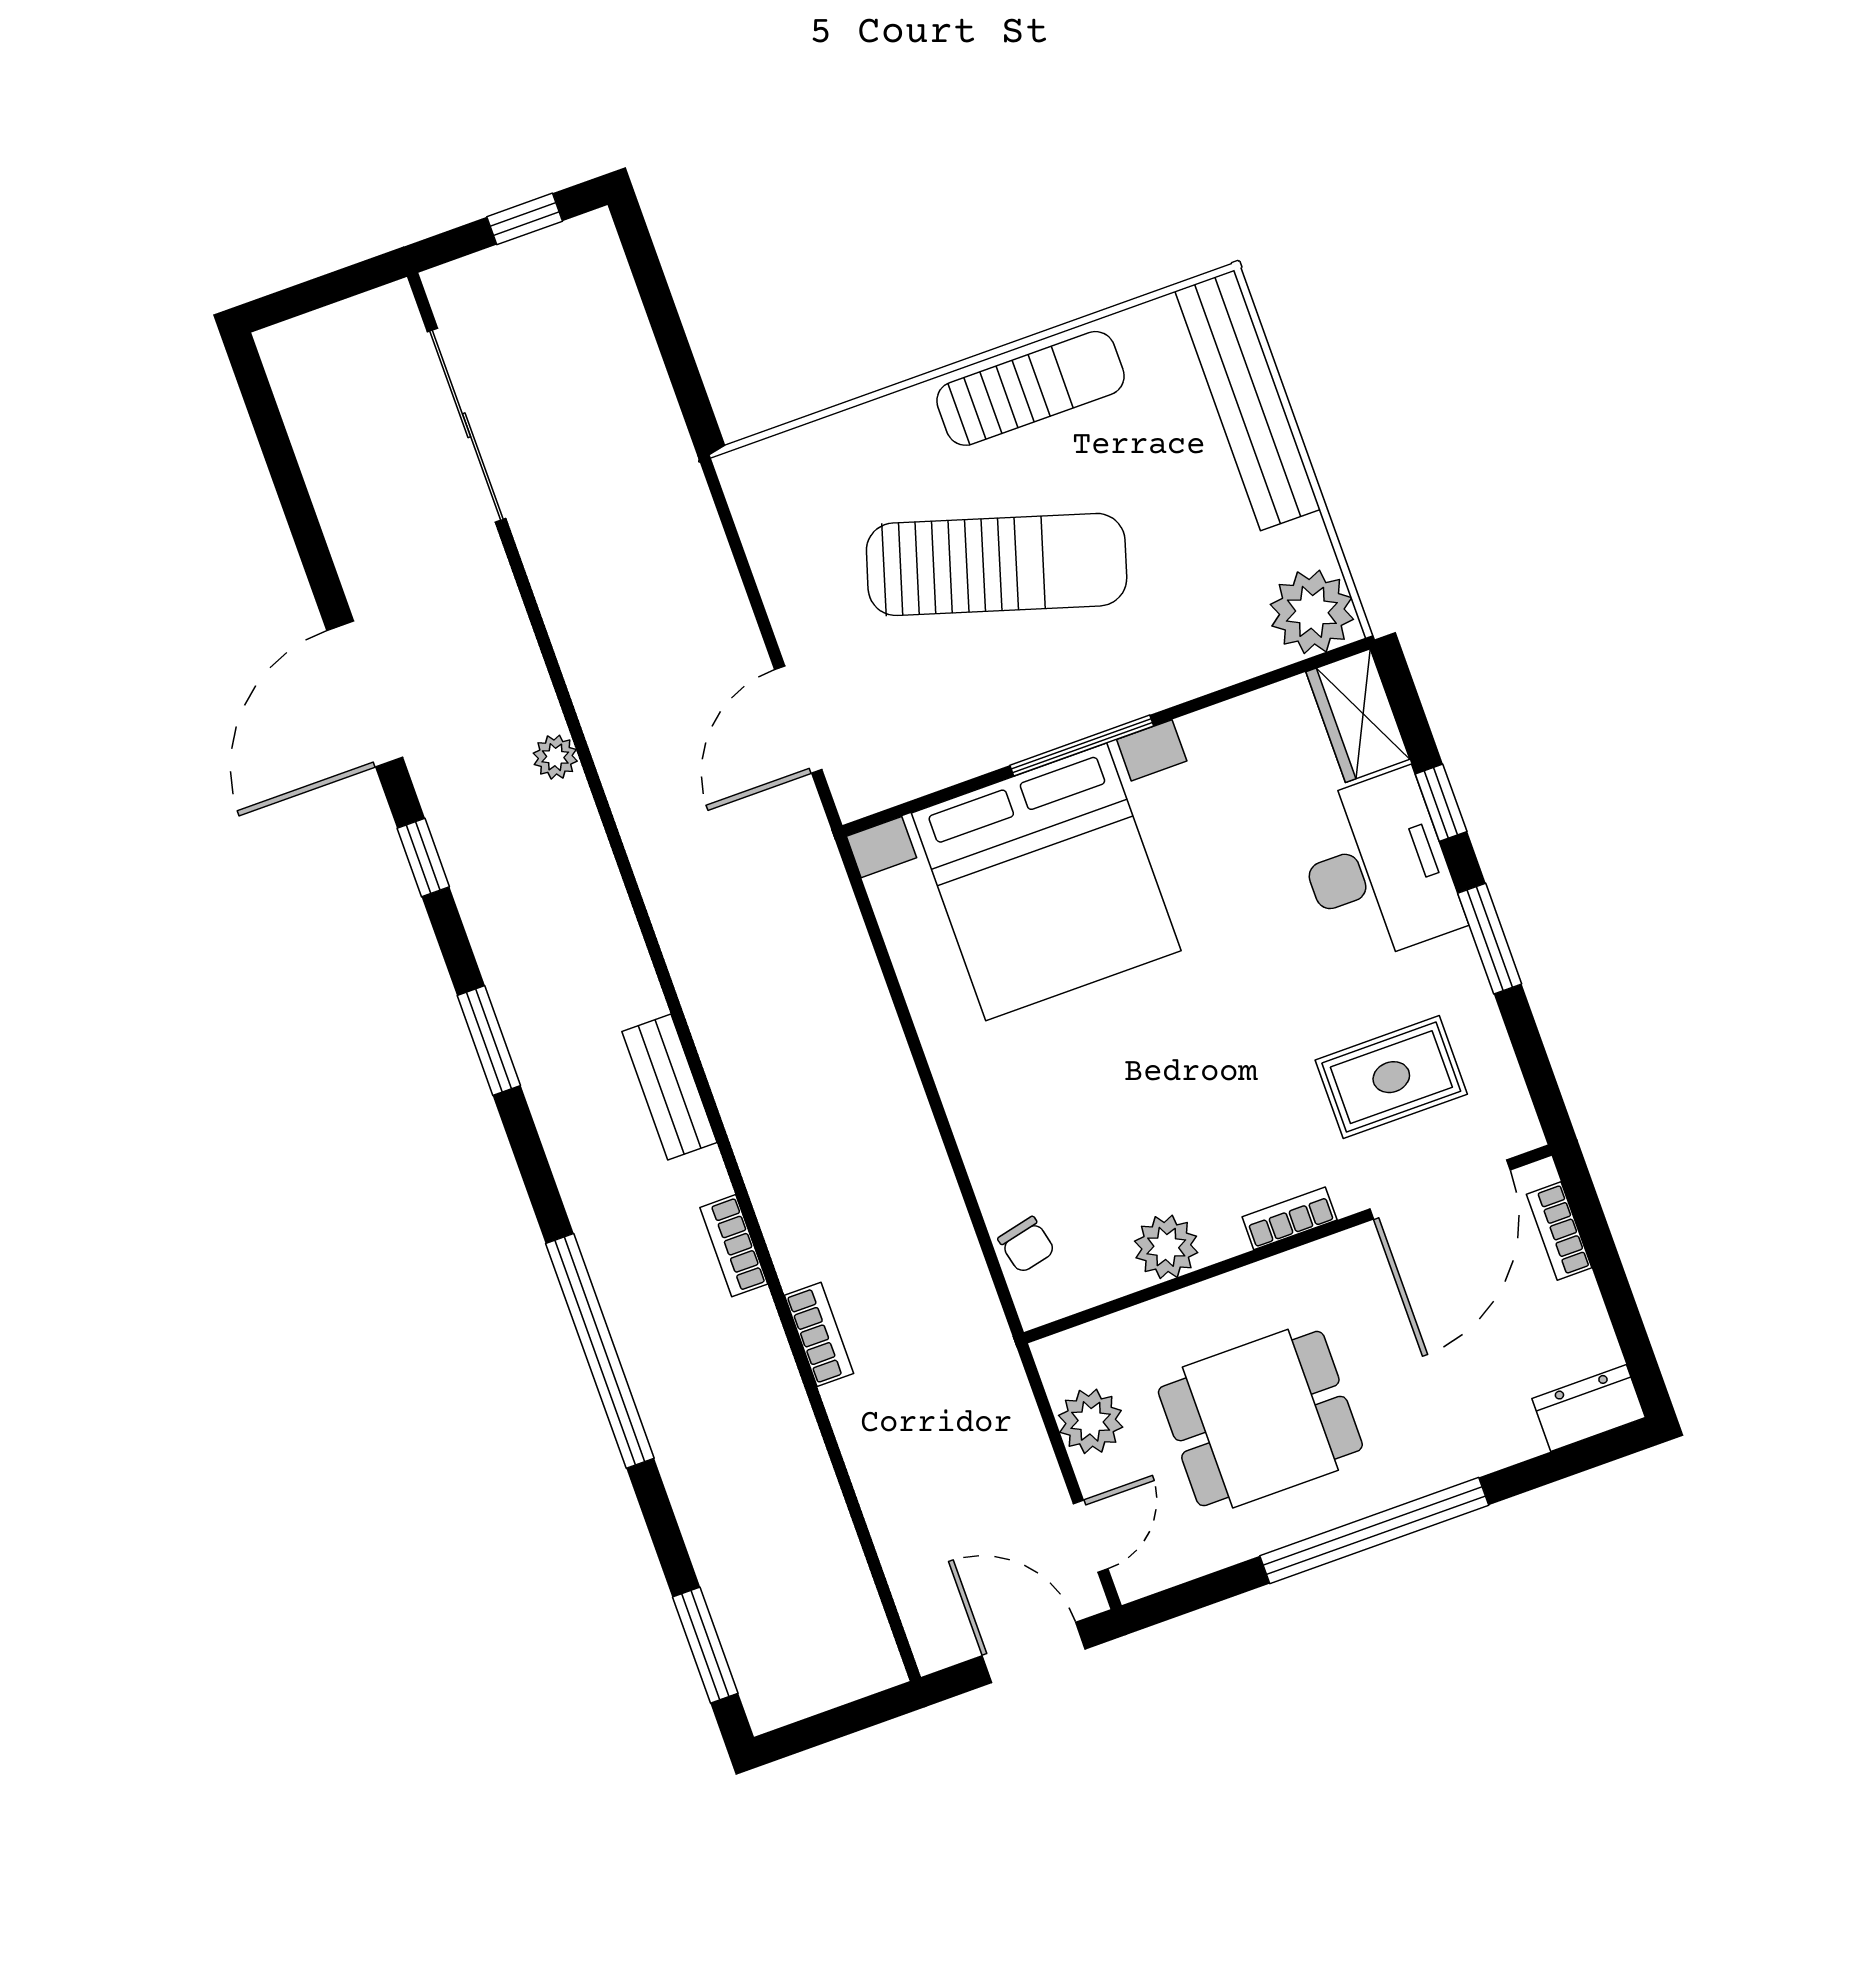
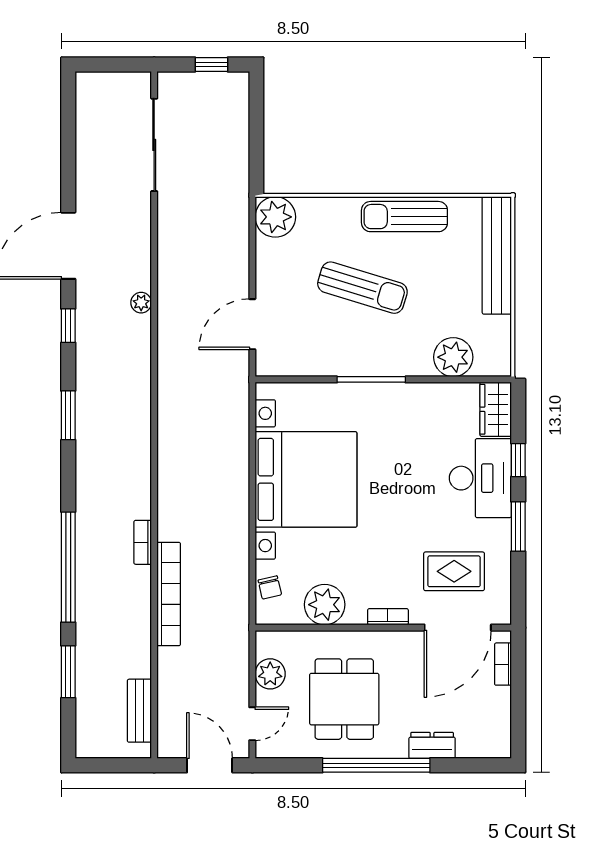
sun lounger: (1030, 388) -> (404, 217), turned 180
plant: (767, 484) -> (275, 217), added
sun lounger: (997, 564) -> (362, 288), width x0.73, depth x0.75
plant: (1312, 612) -> (453, 357), moved
bed with nightstands: (1046, 882) -> (306, 479), moved, turned -90
bench: (669, 1087) -> (139, 711), moved
plant: (1166, 1247) -> (325, 605), width x1.36, depth x1.36
bookcase: (819, 1334) -> (169, 594), width x2.31, depth x1.31
dresser: (1589, 1408) -> (432, 745), moved
dining table: (1260, 1419) -> (344, 699), turned 90
window: (705, 1645) -> (68, 672), moved

